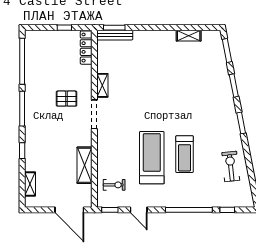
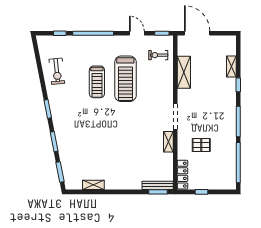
pallet: (67, 99) -> (201, 145), moved
treadmill: (185, 154) -> (97, 82), turned 180
shelving: (30, 184) -> (231, 66), moved

